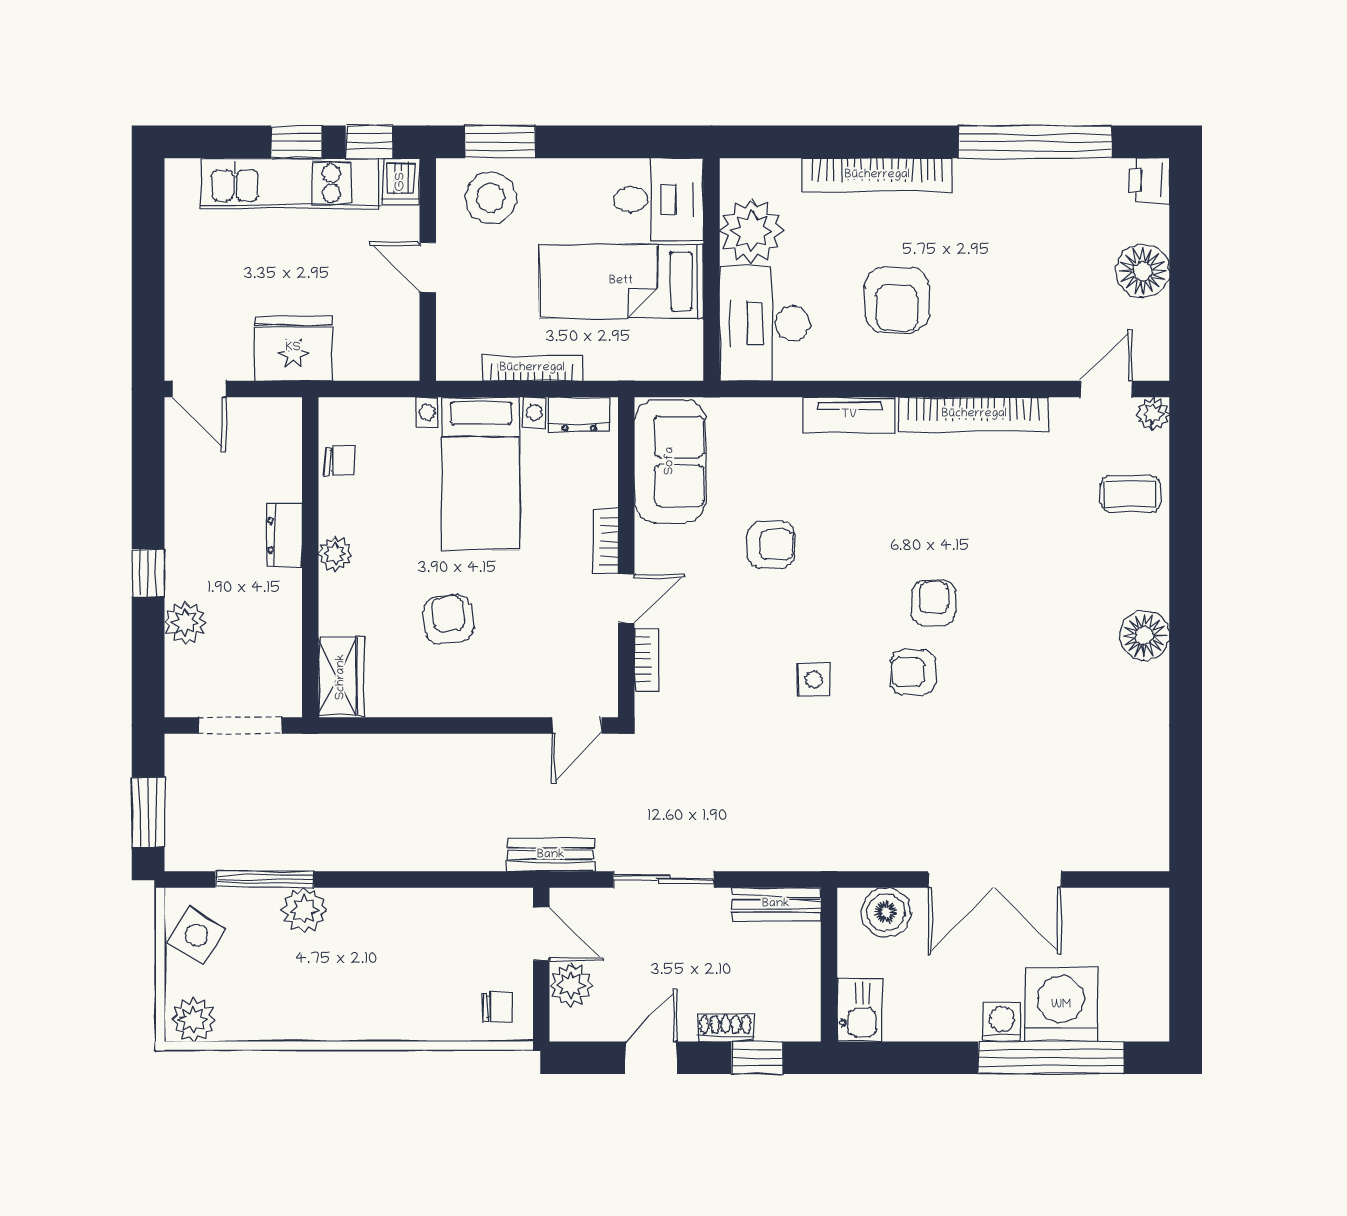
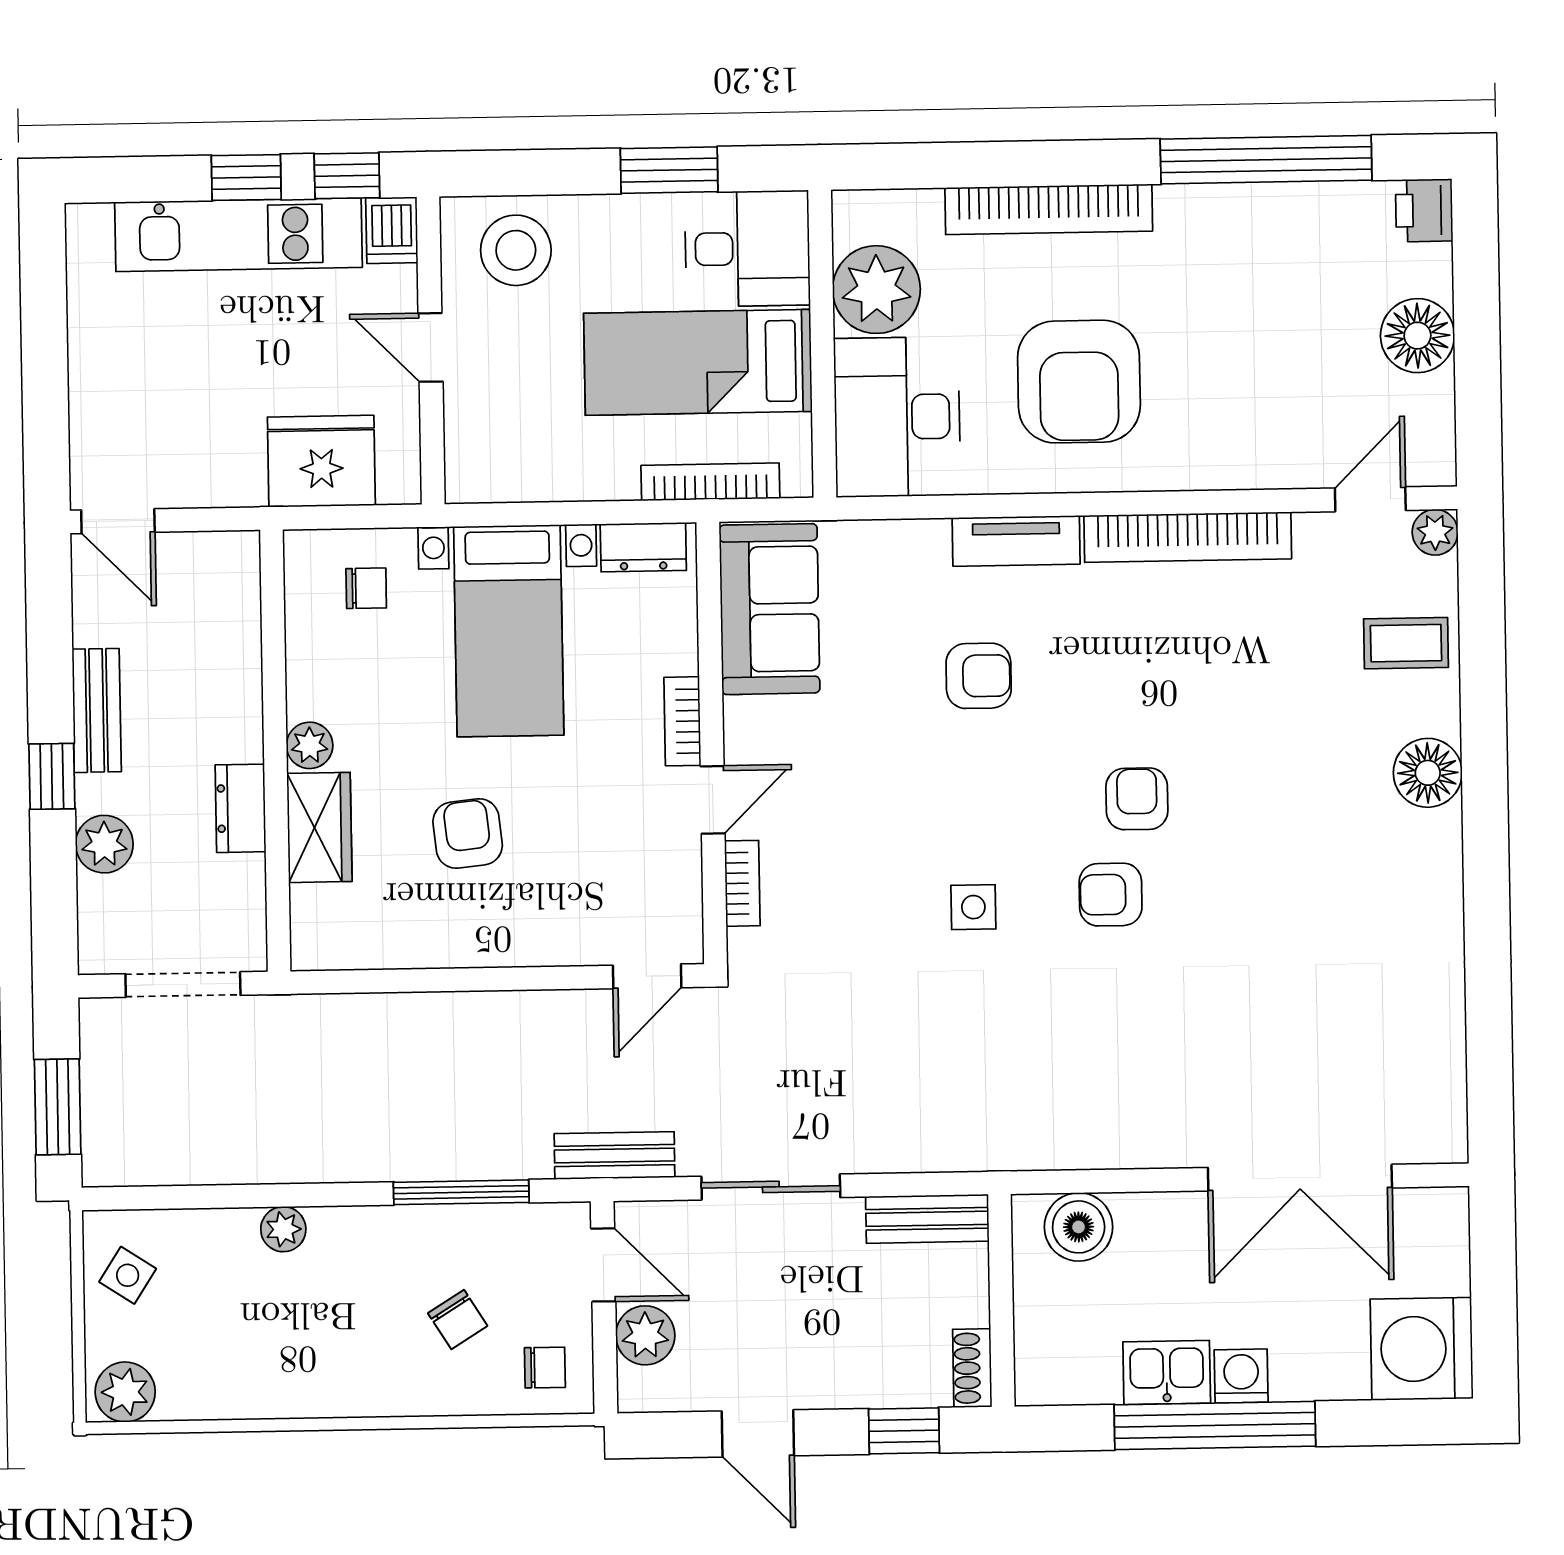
window: (500, 142) -> (669, 170), moved
armchair: (897, 300) -> (1079, 382), width x1.36, depth x1.36
fridge: (293, 348) -> (321, 461), moved
bookcase: (532, 368) -> (710, 482), moved
chair: (340, 461) -> (366, 588), moved
bench: (181, 526) -> (97, 710), added
dresser: (284, 535) -> (240, 808), moved
armchair: (771, 545) -> (979, 676), moved
floor lamp: (1144, 636) -> (1428, 773), moved
wardrobe: (341, 677) -> (319, 827), moved
window: (265, 879) -> (461, 1192), moved
double door: (995, 879) -> (1300, 1178), moved
plant: (304, 910) -> (283, 1229), width x0.73, depth x0.73
side table: (197, 935) -> (128, 1275), width x0.73, depth x0.73
chair: (435, 971) -> (458, 1320), added
washing machine: (1061, 1005) -> (1422, 1349), moved, turned -90
kitchen sink: (860, 1010) -> (1167, 1372), moved, turned -90
shoe rack: (725, 1028) -> (972, 1368), moved, turned -90
door: (651, 1058) -> (758, 1433), swing flipped
window: (1051, 1058) -> (1215, 1425), moved

